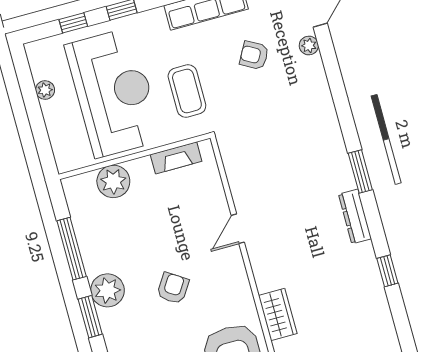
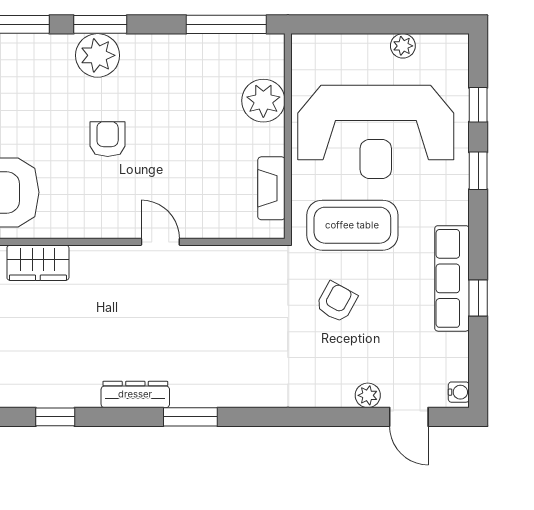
armchair: (254, 55) -> (336, 302), moved
coffee table: (187, 91) -> (352, 225), width x1.36, depth x1.32
window: (72, 249) -> (226, 24), moved
armchair: (173, 288) -> (108, 139), turned -123
plant: (107, 290) -> (98, 55), moved

